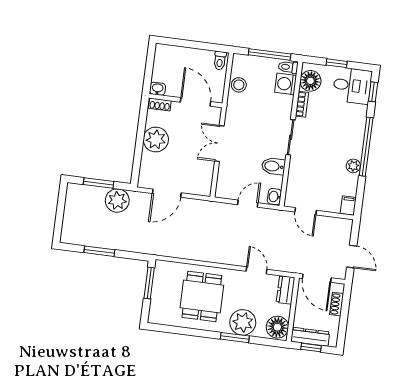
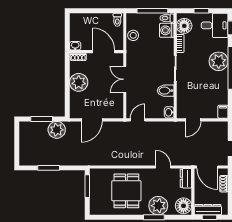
plant: (353, 166) -> (219, 61), moved, width x1.87, depth x1.87
door: (248, 204) -> (138, 120), moved
door: (306, 211) -> (193, 120), hinge flipped

